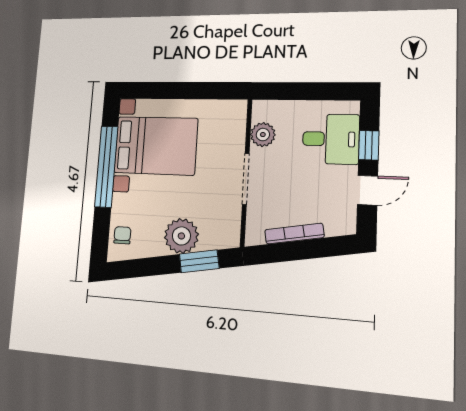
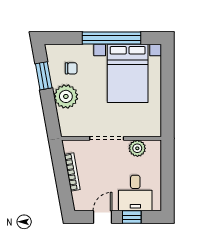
door: (368, 190) -> (102, 217), swing flipped
chair: (122, 235) -> (71, 68), moved
window: (199, 261) -> (44, 76), moved

